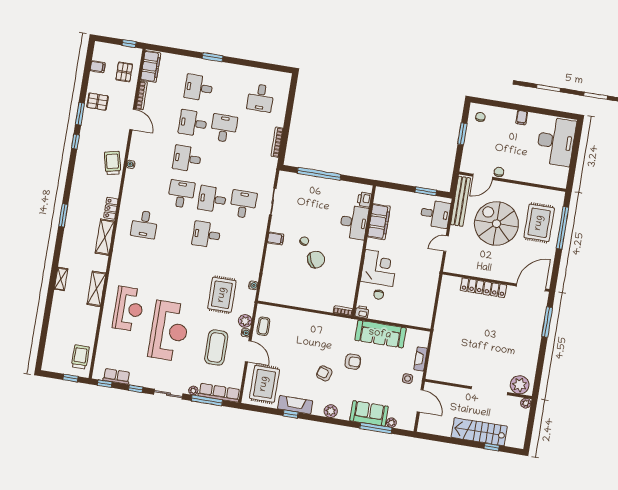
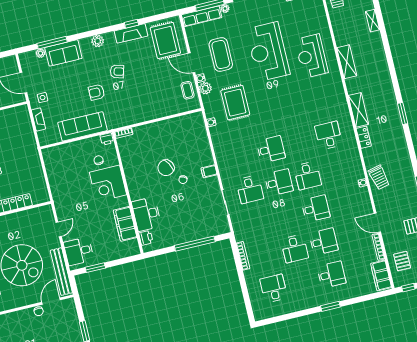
shelving: (61, 279) -> (372, 21), moved

